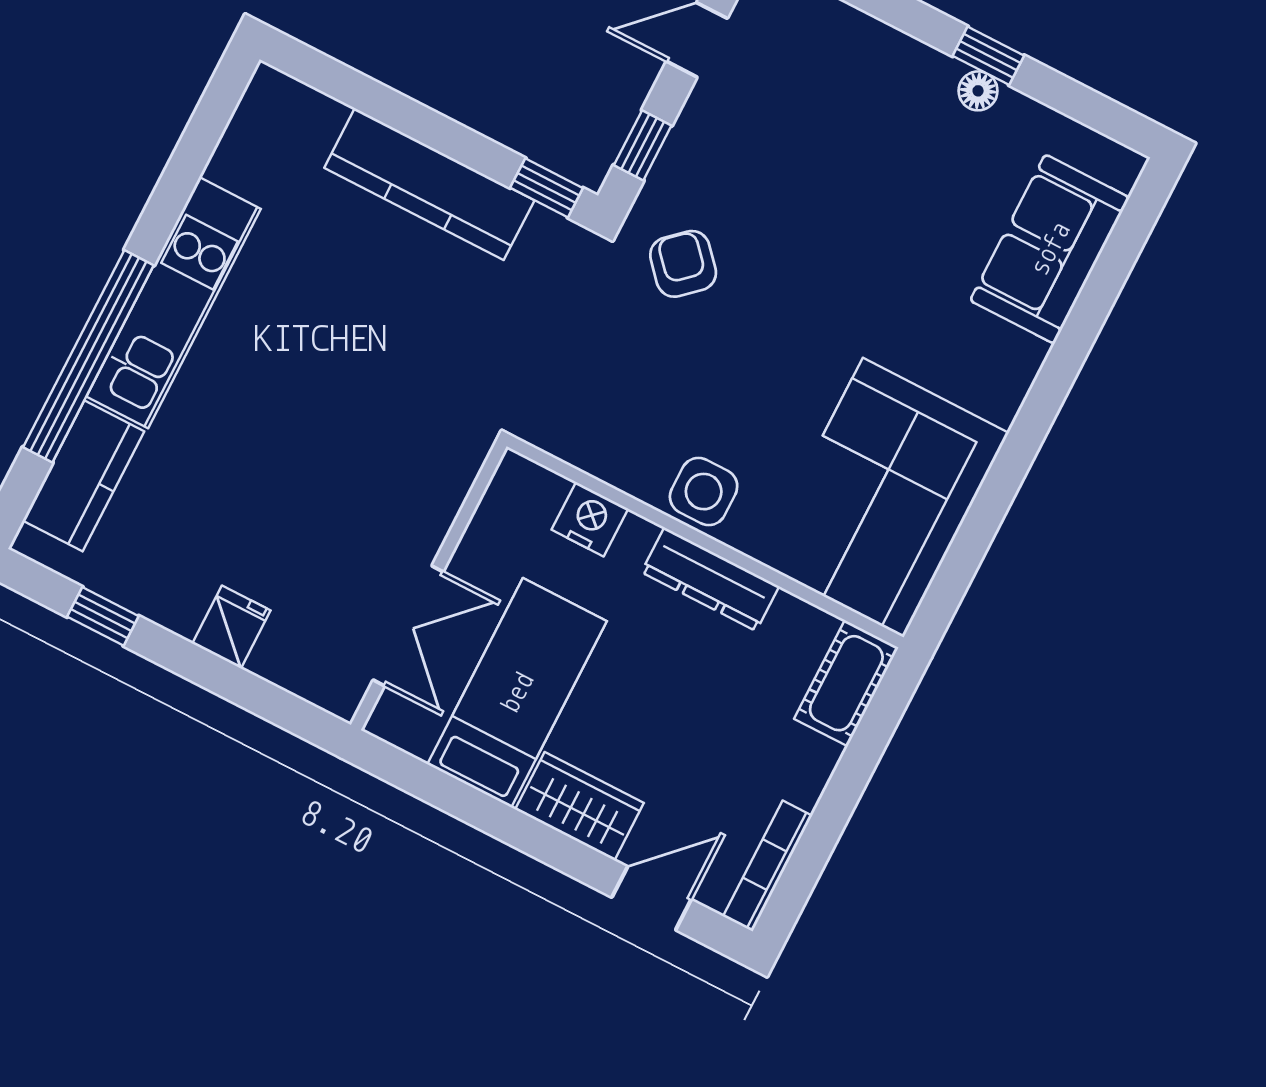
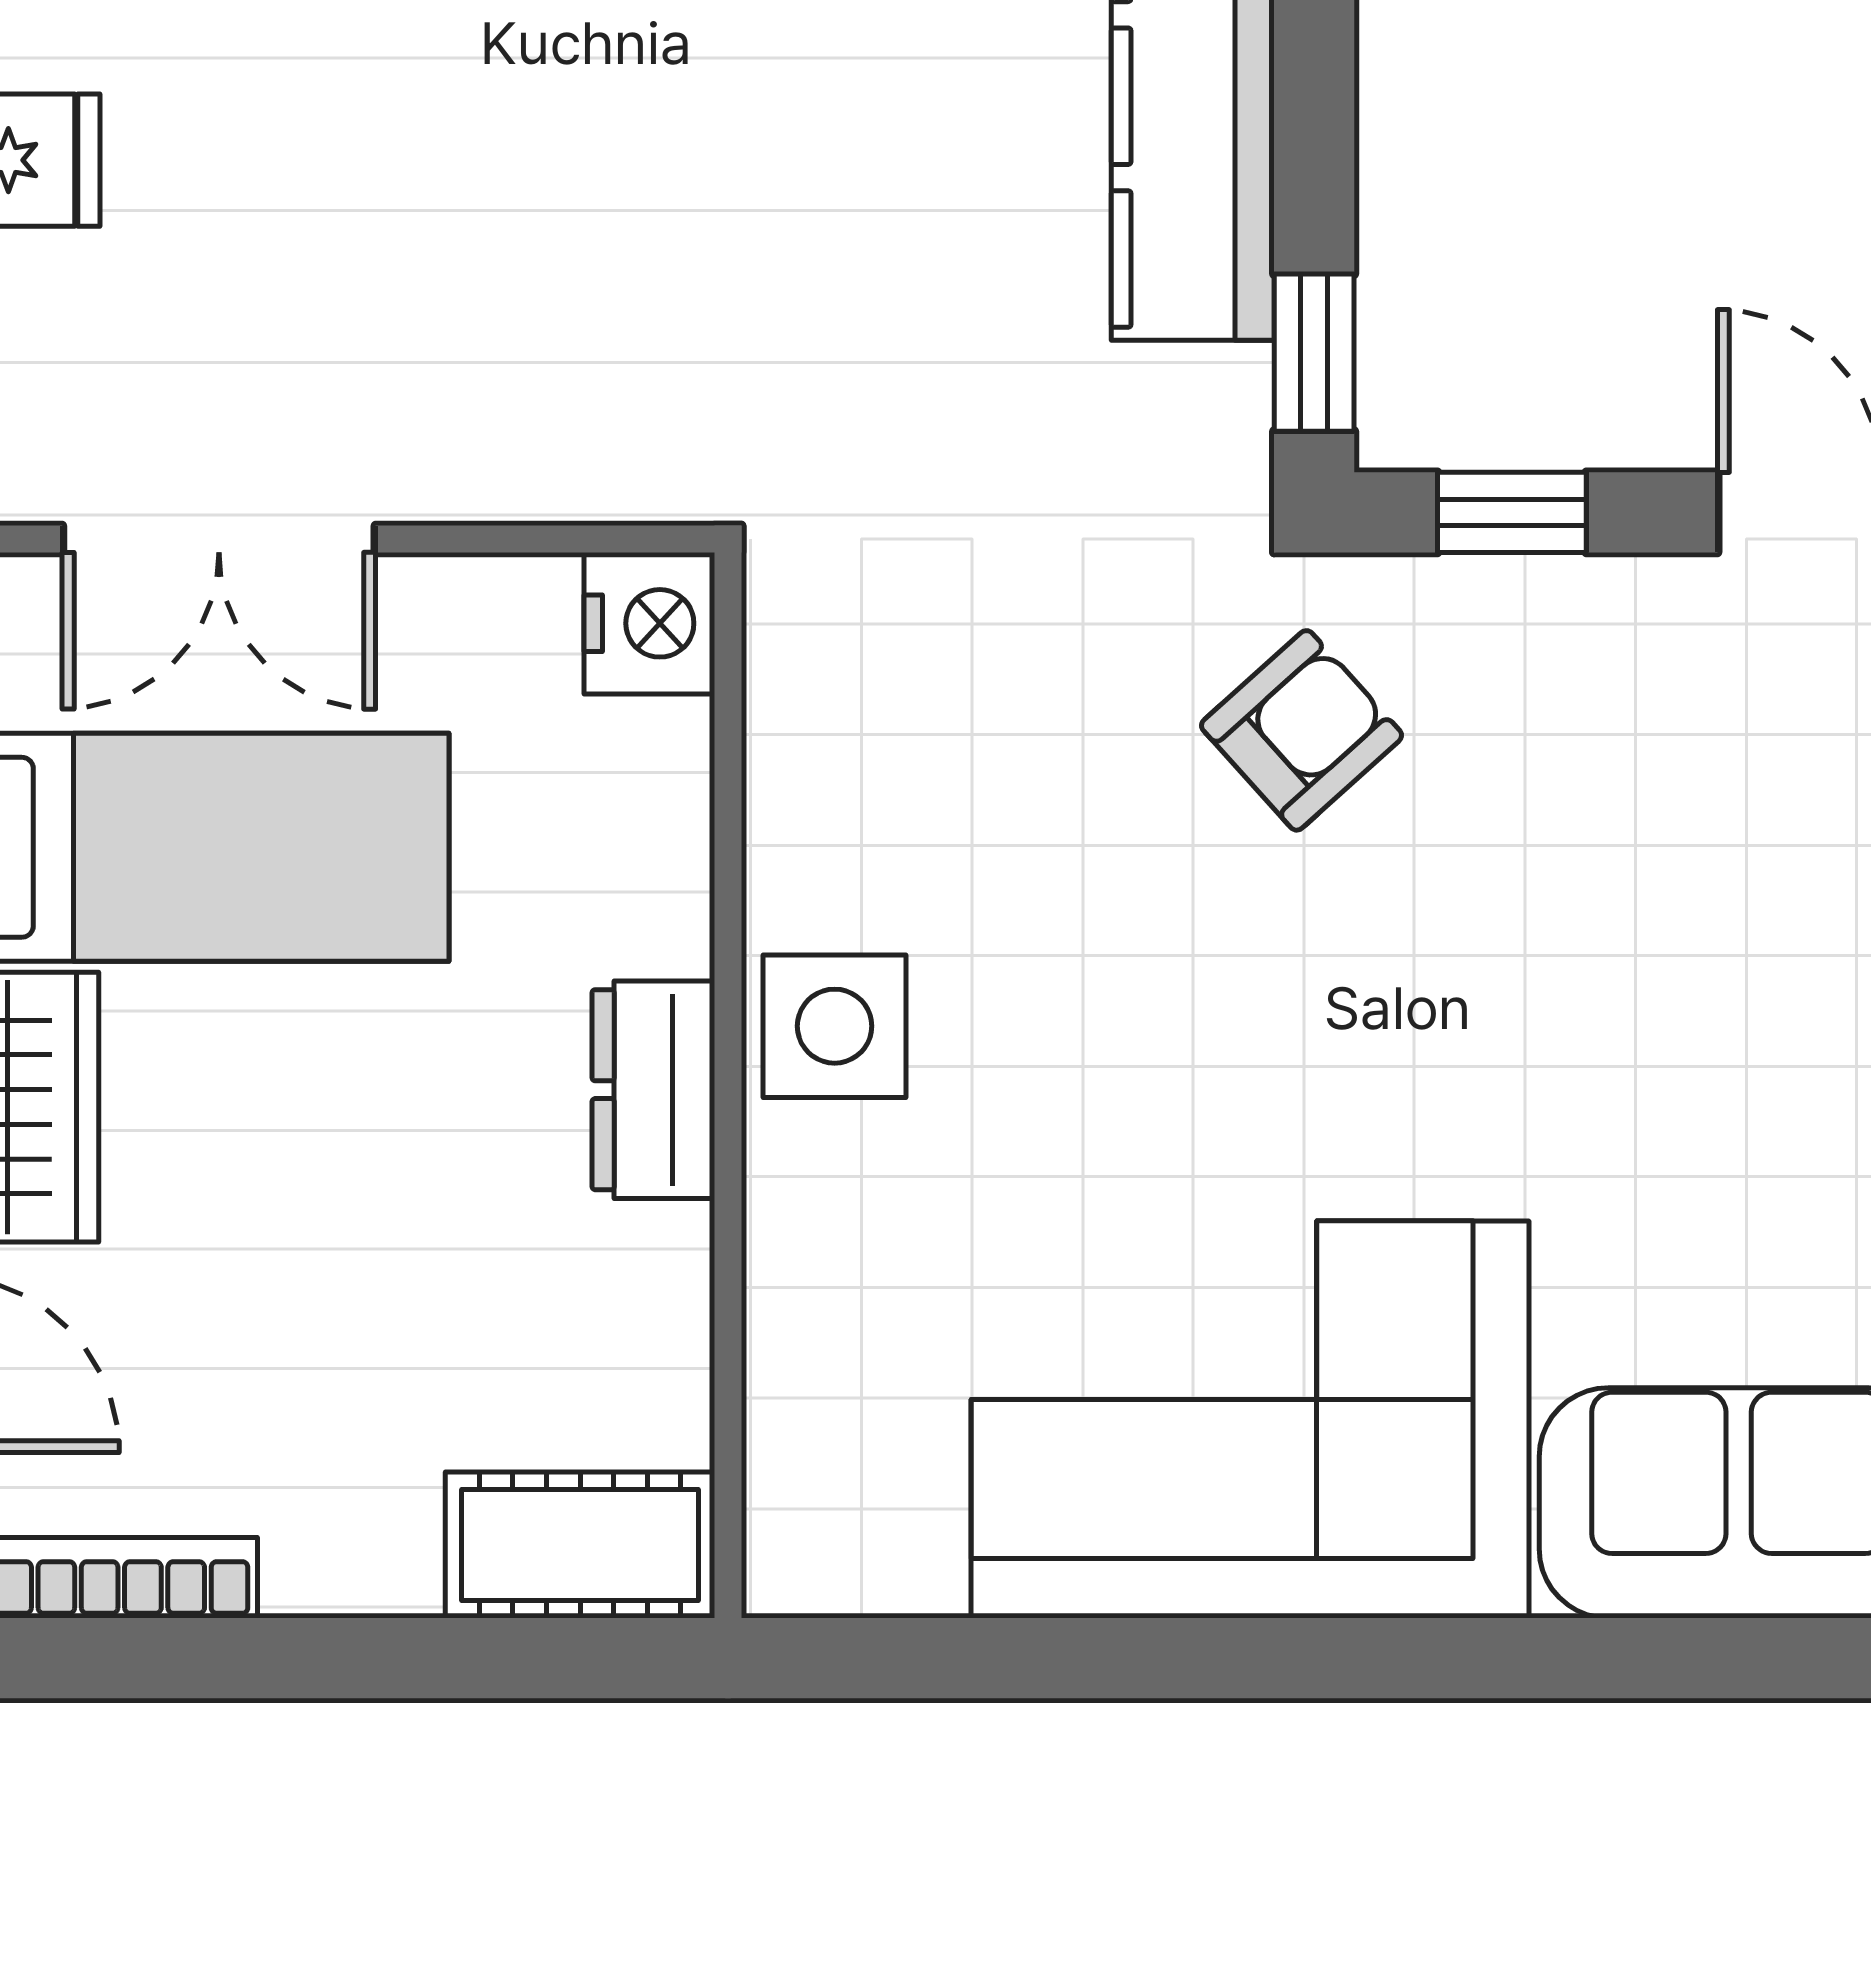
corner sofa: (883, 498) -> (1250, 1419), moved
nightstand: (590, 519) -> (649, 623), moved
dresser: (710, 579) -> (653, 1090), width x0.70

